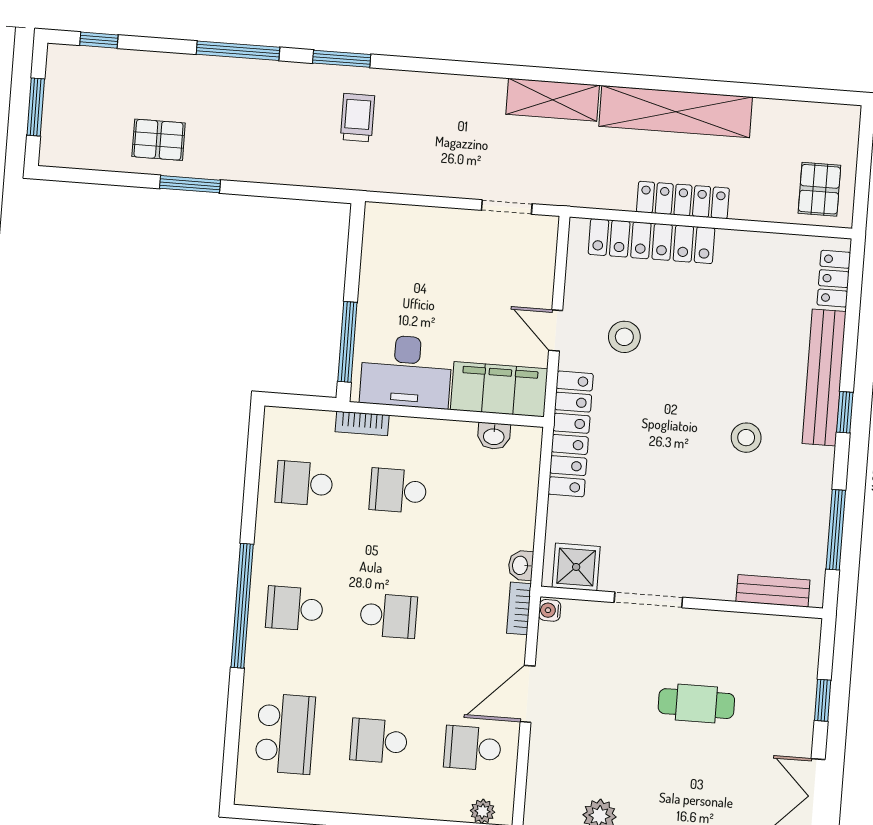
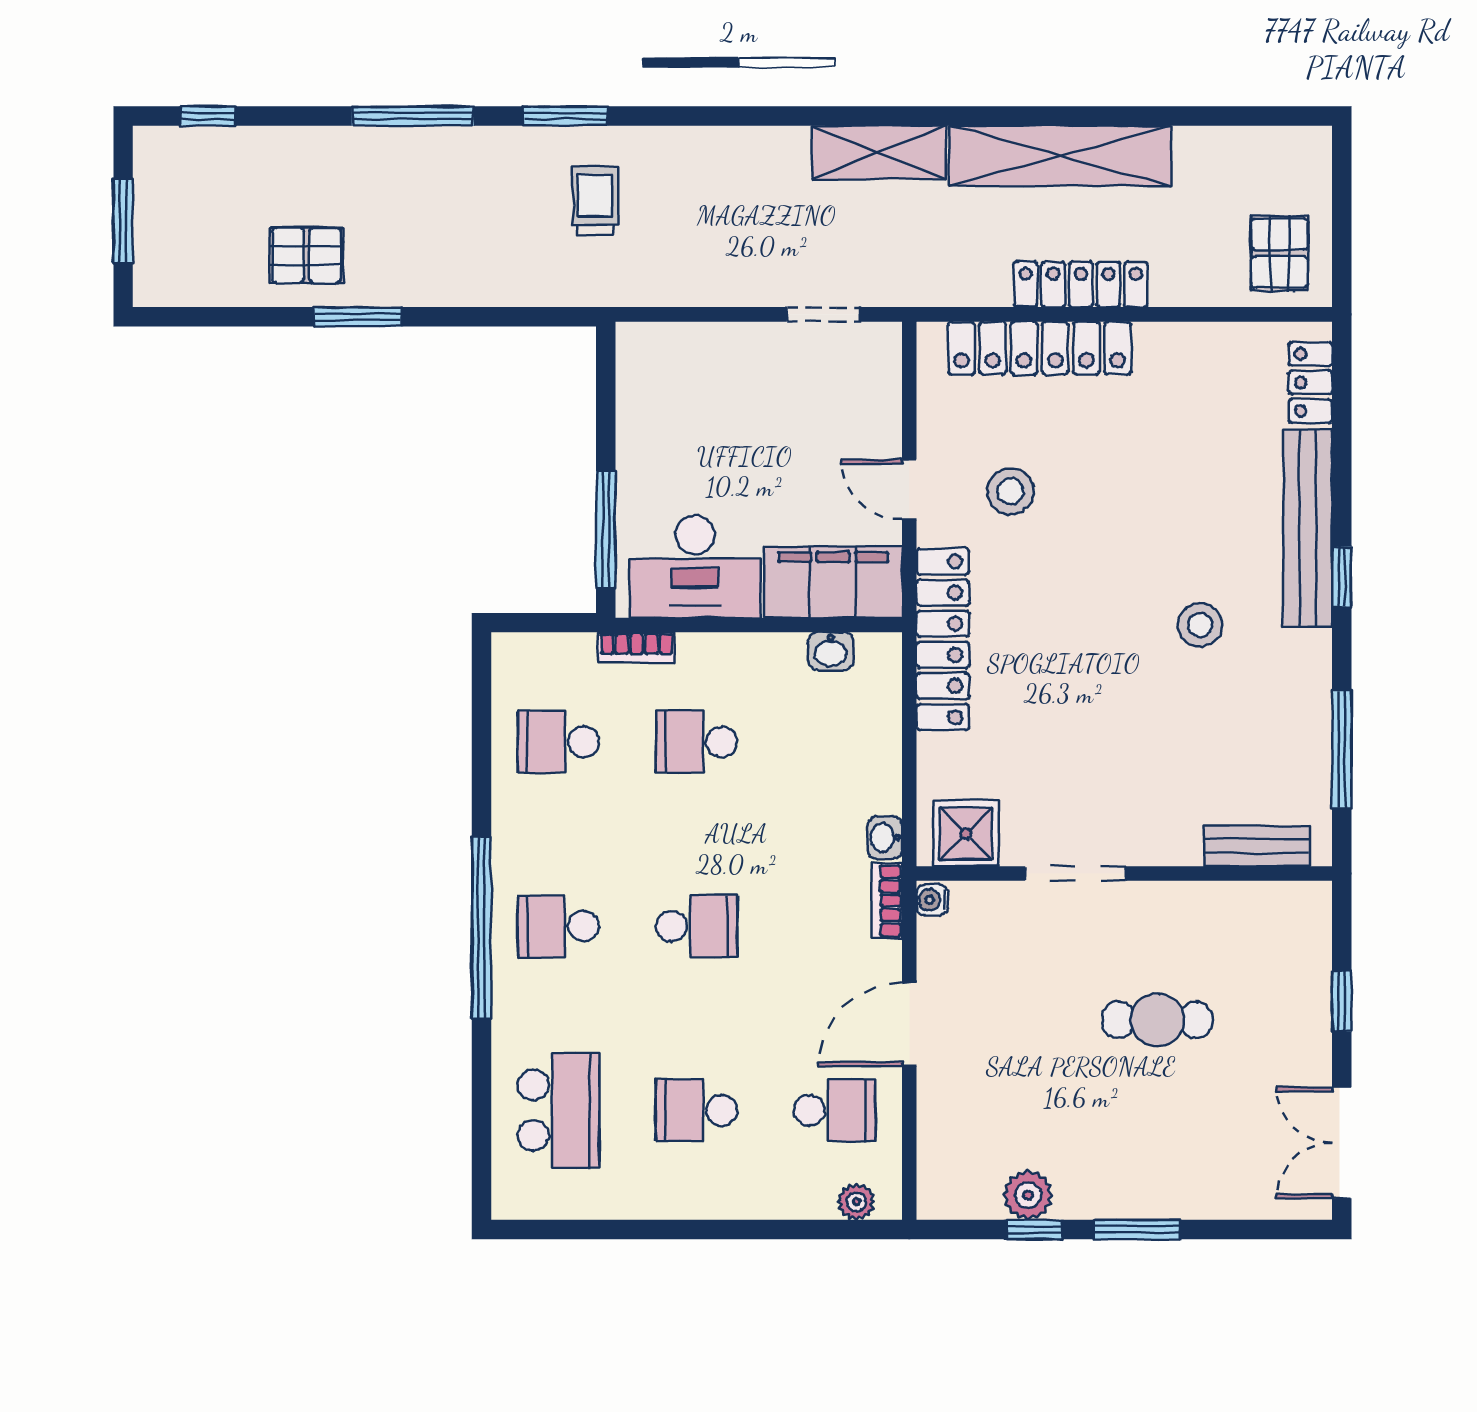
school desk: (473, 748) -> (835, 1110), turned 180

